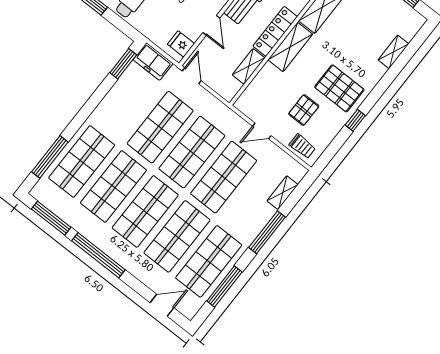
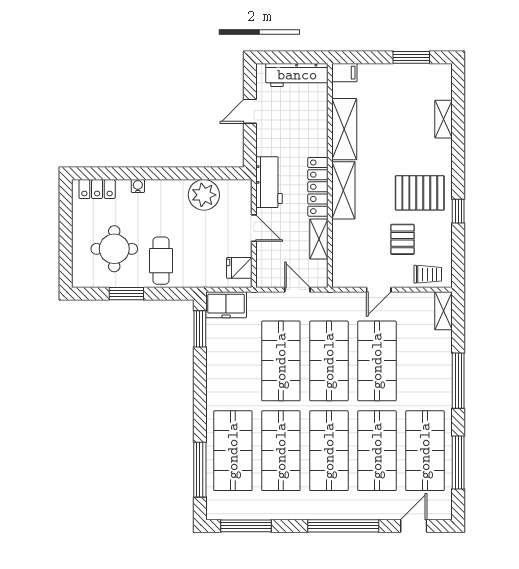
door: (192, 76) -> (297, 290), moved
shelving: (283, 193) -> (444, 311), moved
window: (98, 255) -> (343, 526), moved

